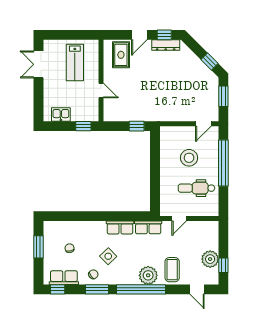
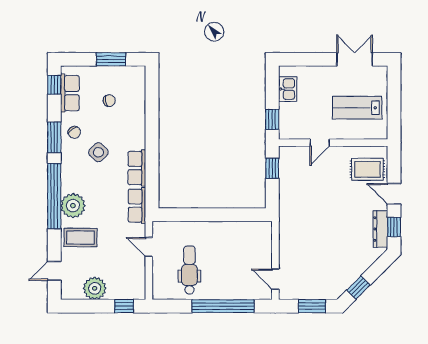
window: (137, 126) -> (272, 168), moved
stool: (189, 158) -> (230, 260), removed
window: (223, 265) -> (124, 306), moved

